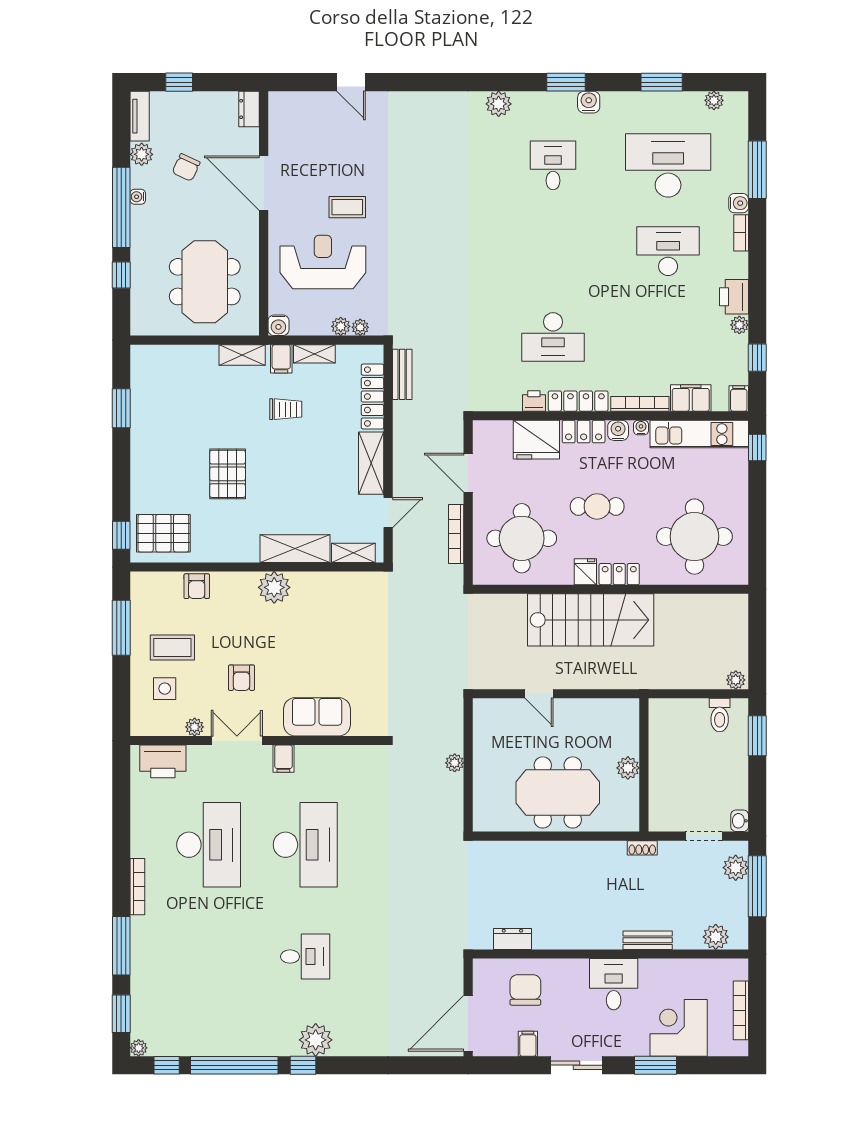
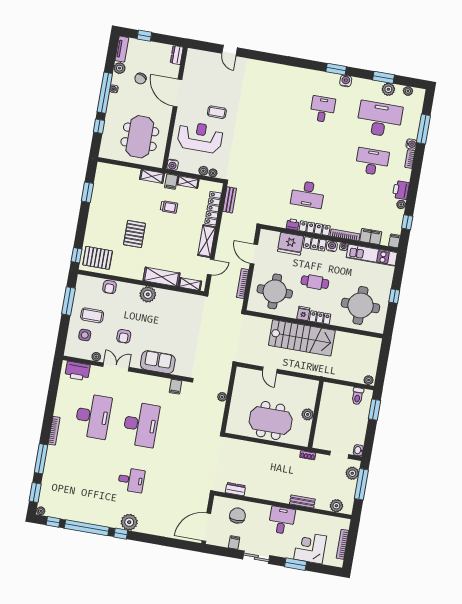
plant: (499, 104) -> (388, 89), moved
window: (757, 448) -> (394, 296), moved
filing cabinet: (283, 759) -> (175, 387), moved

